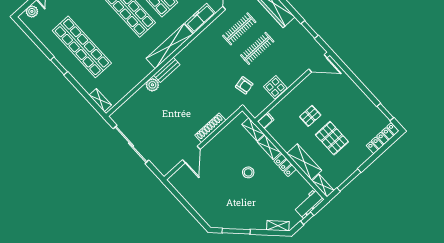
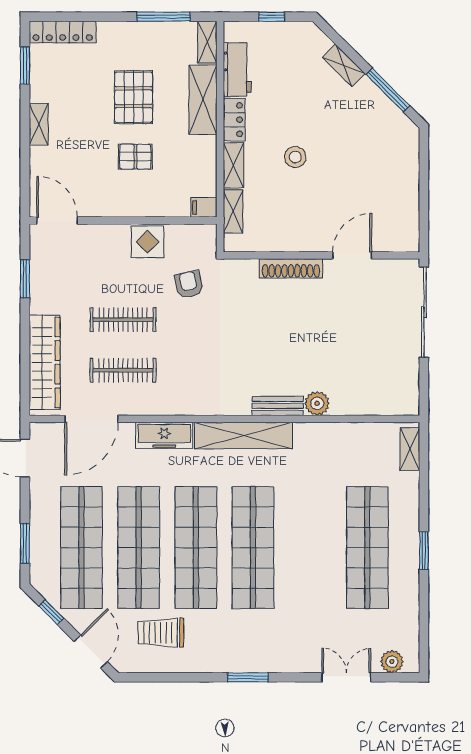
shelving: (359, 94) -> (39, 124), added
sliding door: (131, 144) -> (424, 312), moved
workbench: (309, 204) -> (237, 70), moved, turned -90
shelving: (278, 226) -> (344, 65), moved

